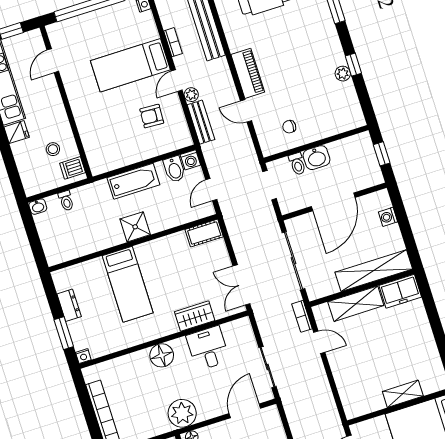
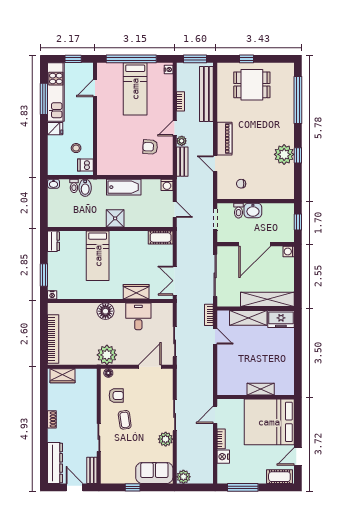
bed: (130, 65) -> (135, 89), moved, turned -90
plant: (343, 74) -> (284, 154), width x1.87, depth x1.87
bidet: (174, 169) -> (85, 188), moved
door: (211, 190) -> (175, 210), swing flipped
washing machine: (388, 217) -> (289, 252), moved
dresser: (69, 305) -> (53, 241), moved

